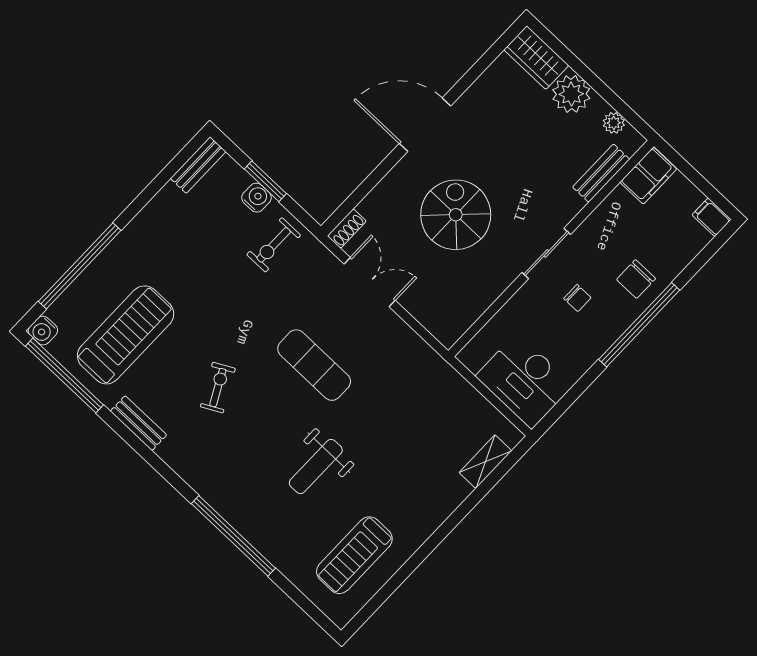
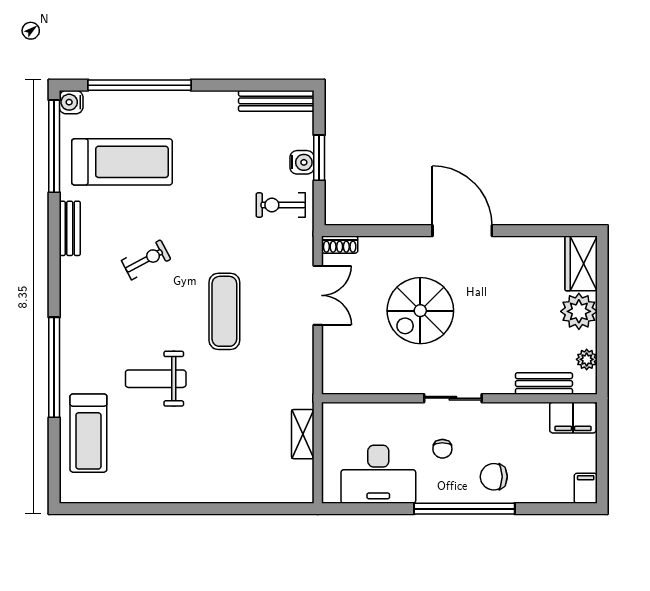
bench: (198, 165) -> (276, 101), width x1.36
spiral stairs: (456, 215) -> (420, 311), turned 180
desk: (524, 381) -> (378, 474), moved, turned -90
shelving: (485, 462) -> (303, 434), moved, turned 90
treadmill: (354, 555) -> (88, 433), moved, turned -90

